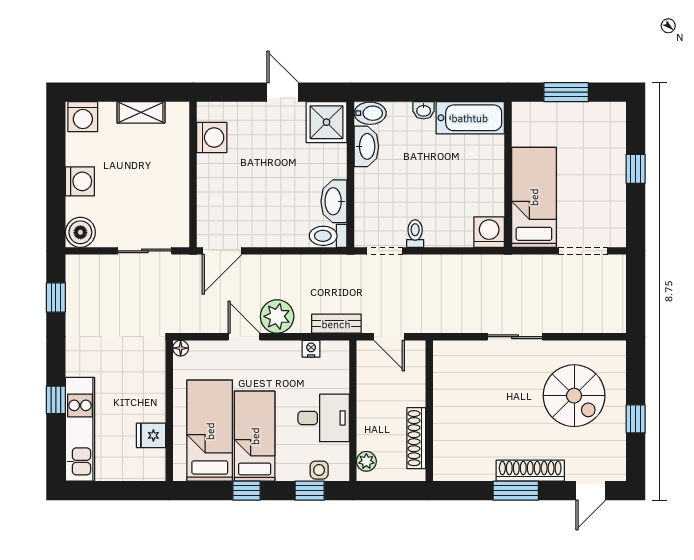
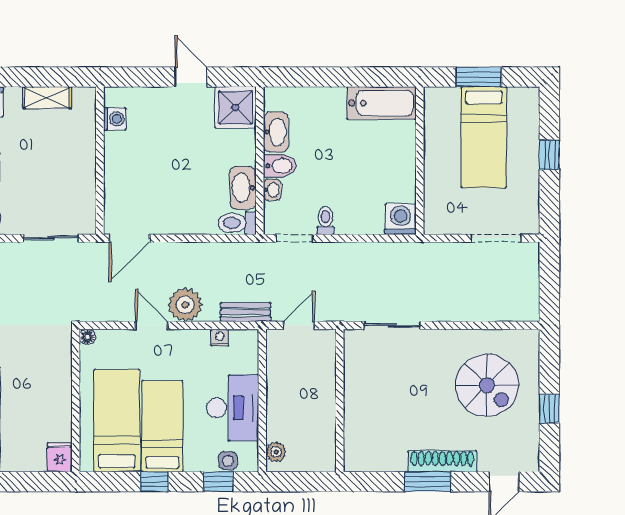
washbasin: (424, 110) -> (272, 190), moved, turned -90
bidet: (370, 113) -> (280, 166), moved
washing machine: (212, 138) -> (115, 119), width x0.73, depth x0.73
bed: (534, 197) -> (484, 137), moved, turned 180
door: (389, 337) -> (299, 325), swing flipped
sliding door: (515, 337) -> (392, 325), moved
desk: (324, 418) -> (233, 408), width x1.37
fridge: (151, 435) -> (60, 457), moved, turned 90
shoe rack: (416, 438) -> (327, 428), removed

